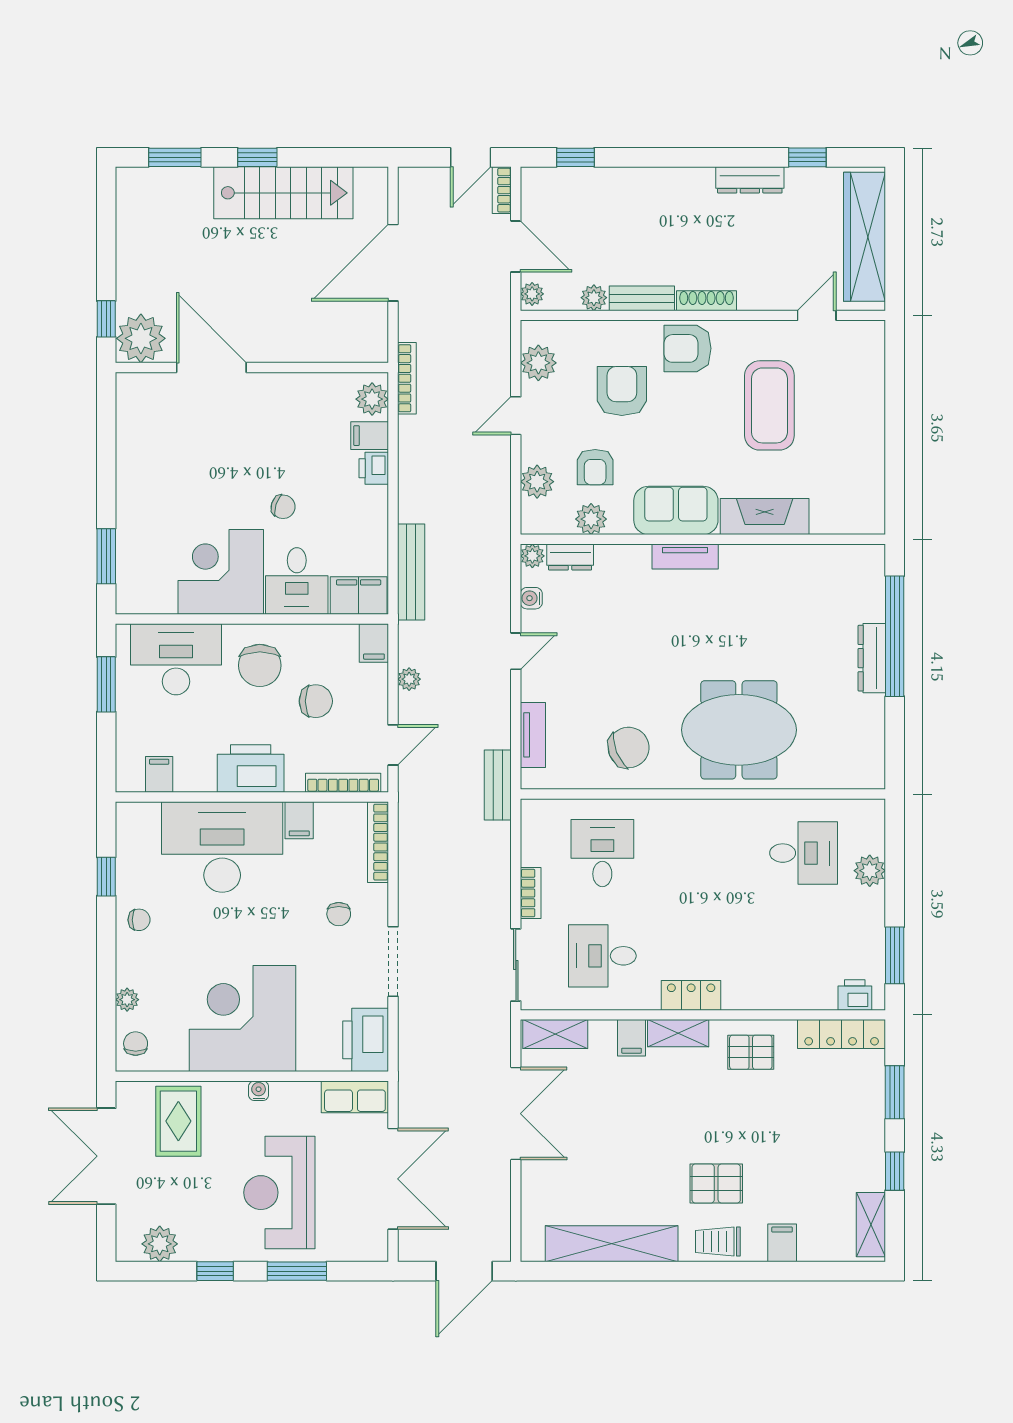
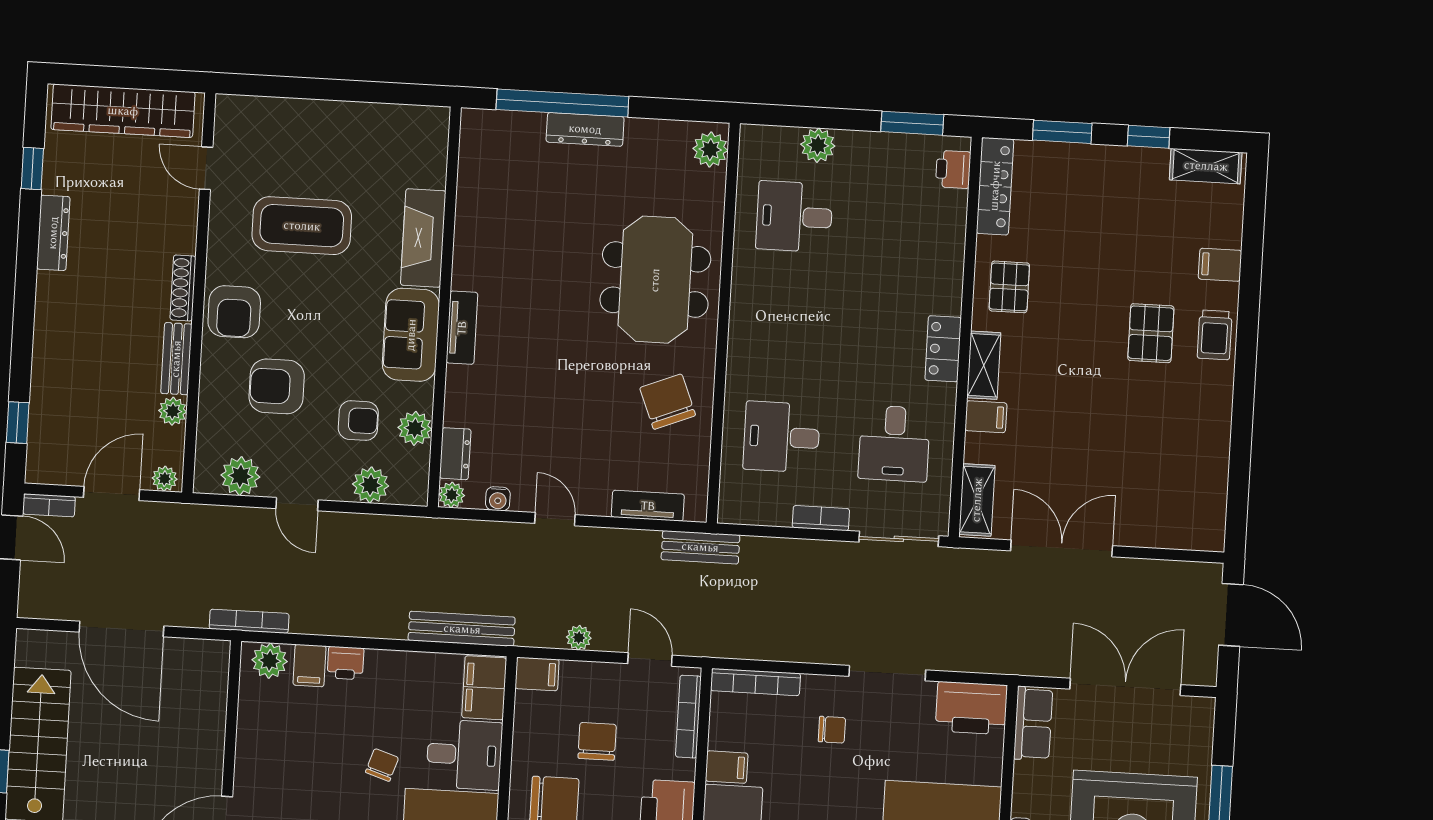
plant: (860, 773) -> (710, 149), added
desk: (804, 853) -> (794, 217), turned -90
shelving: (612, 1244) -> (1210, 452), removed

